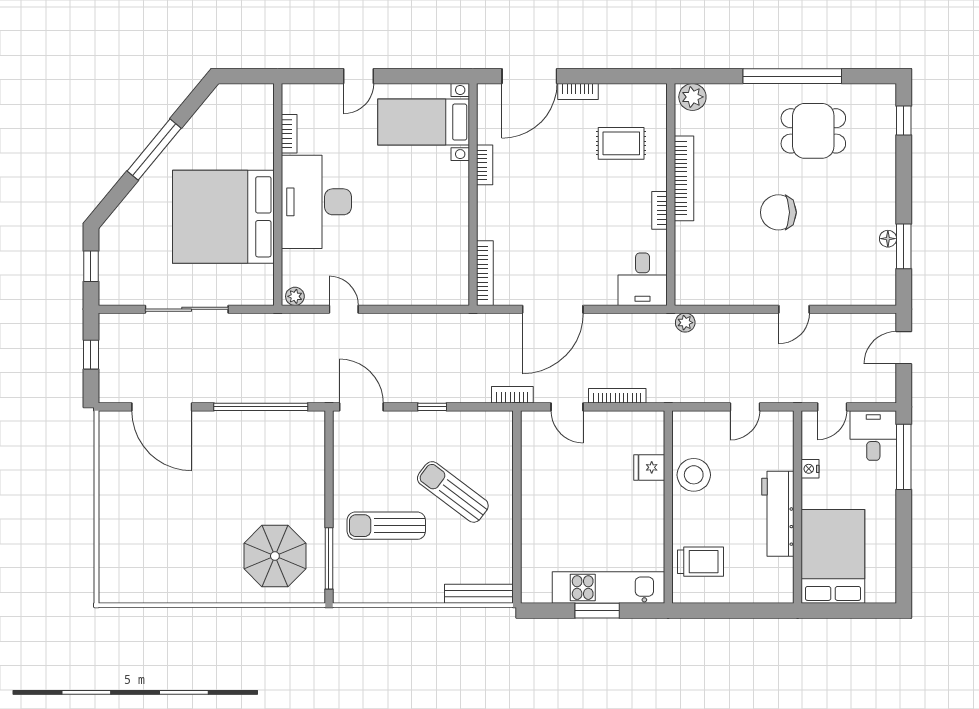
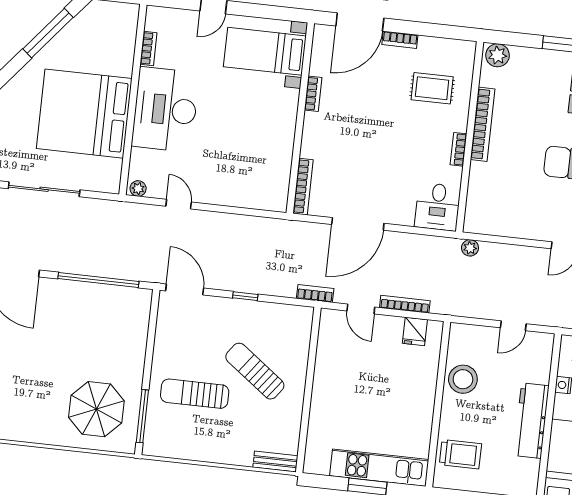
window: (154, 150) -> (48, 33), moved
fridge: (649, 467) -> (415, 331), moved, turned -90
bench: (479, 594) -> (275, 462), width x0.73

